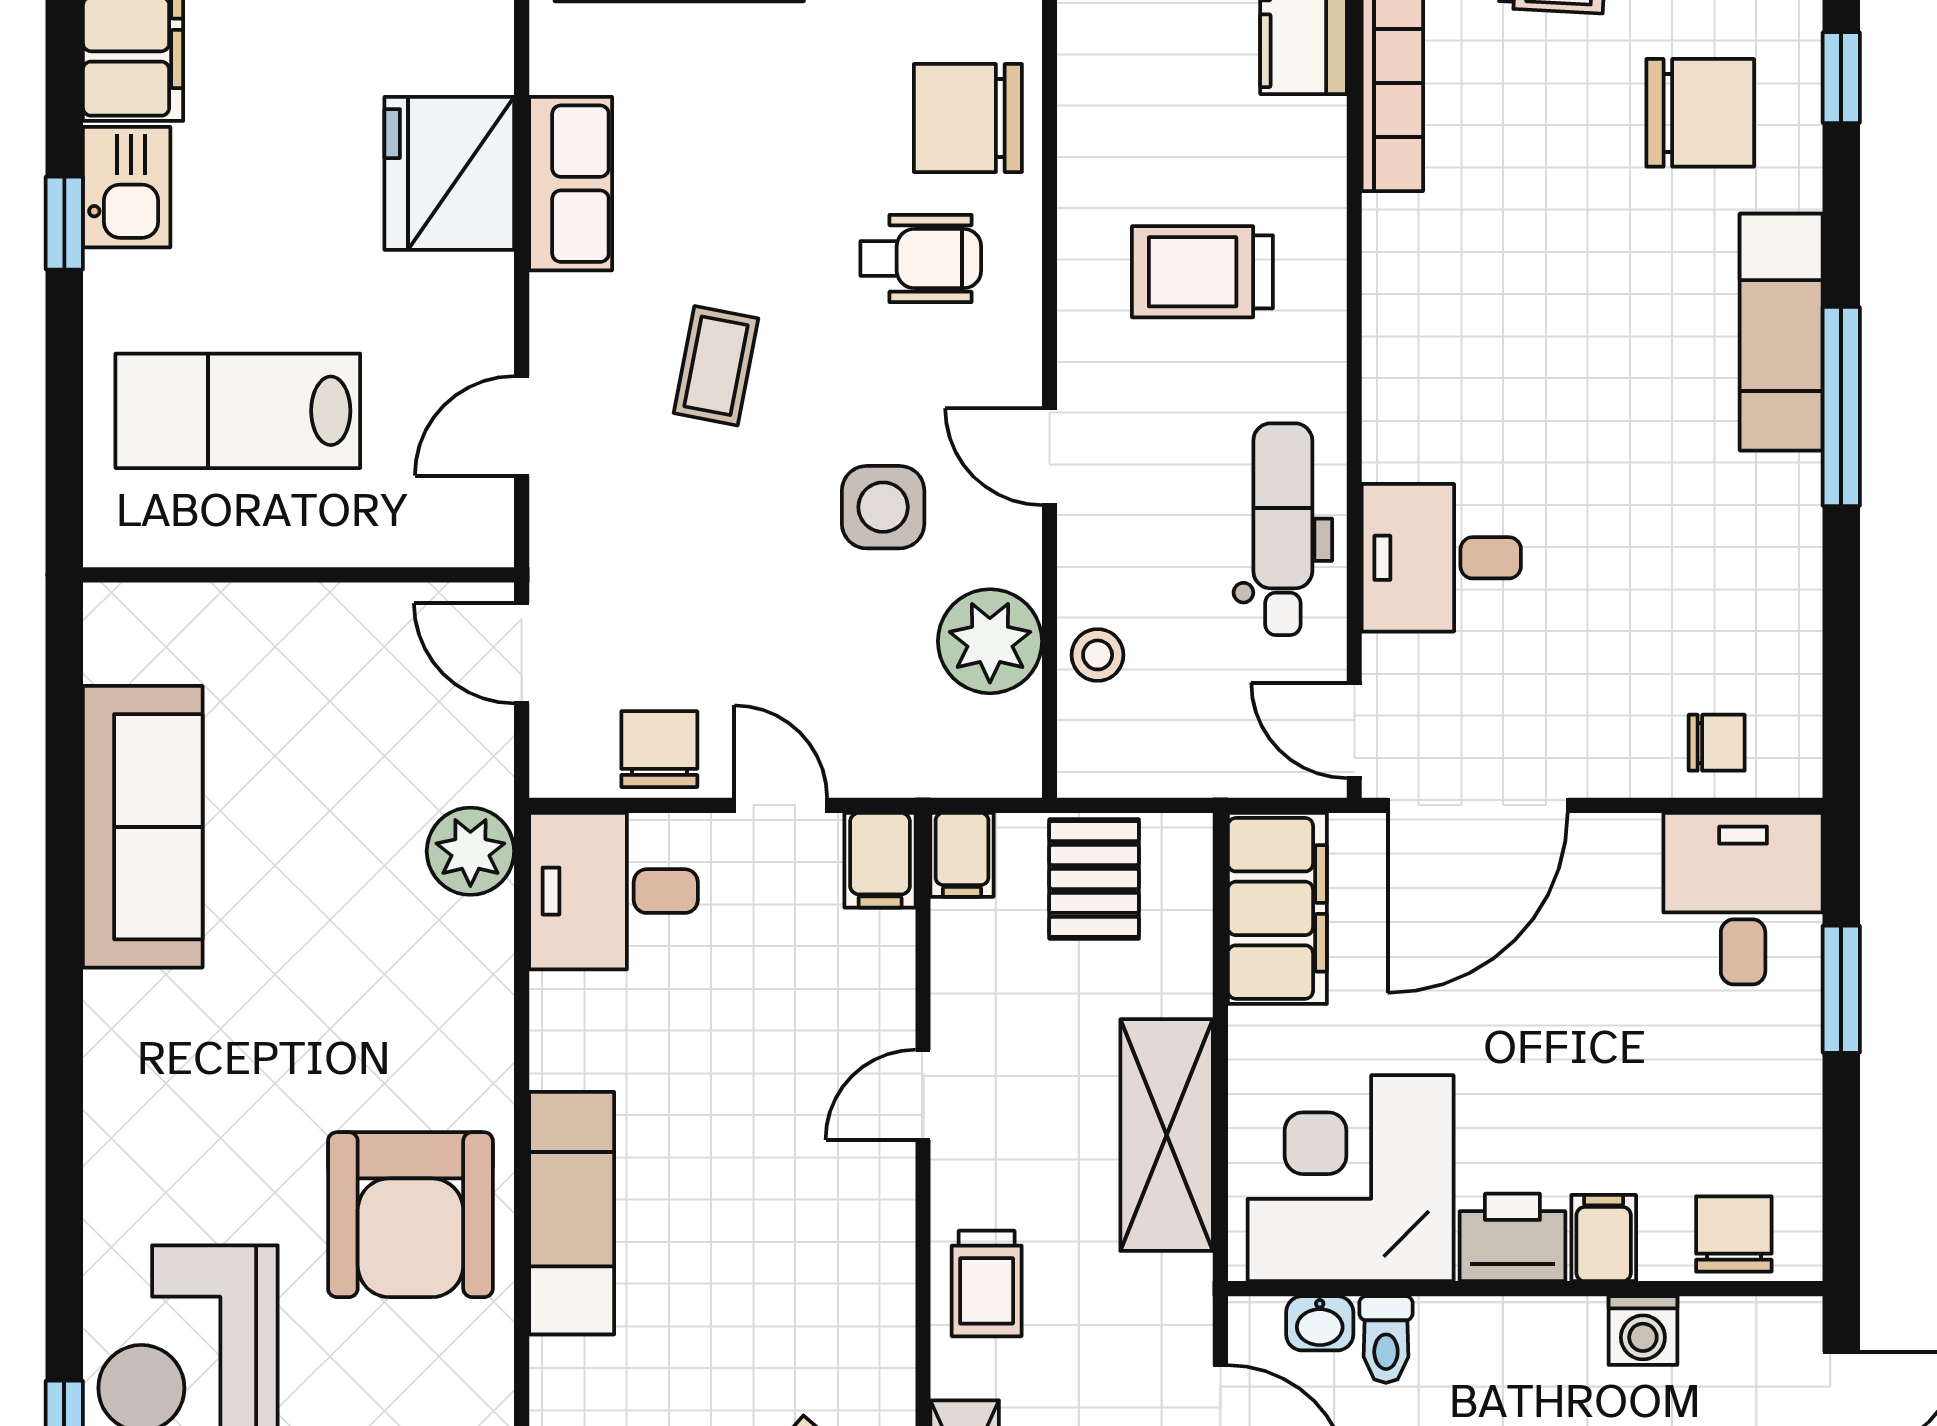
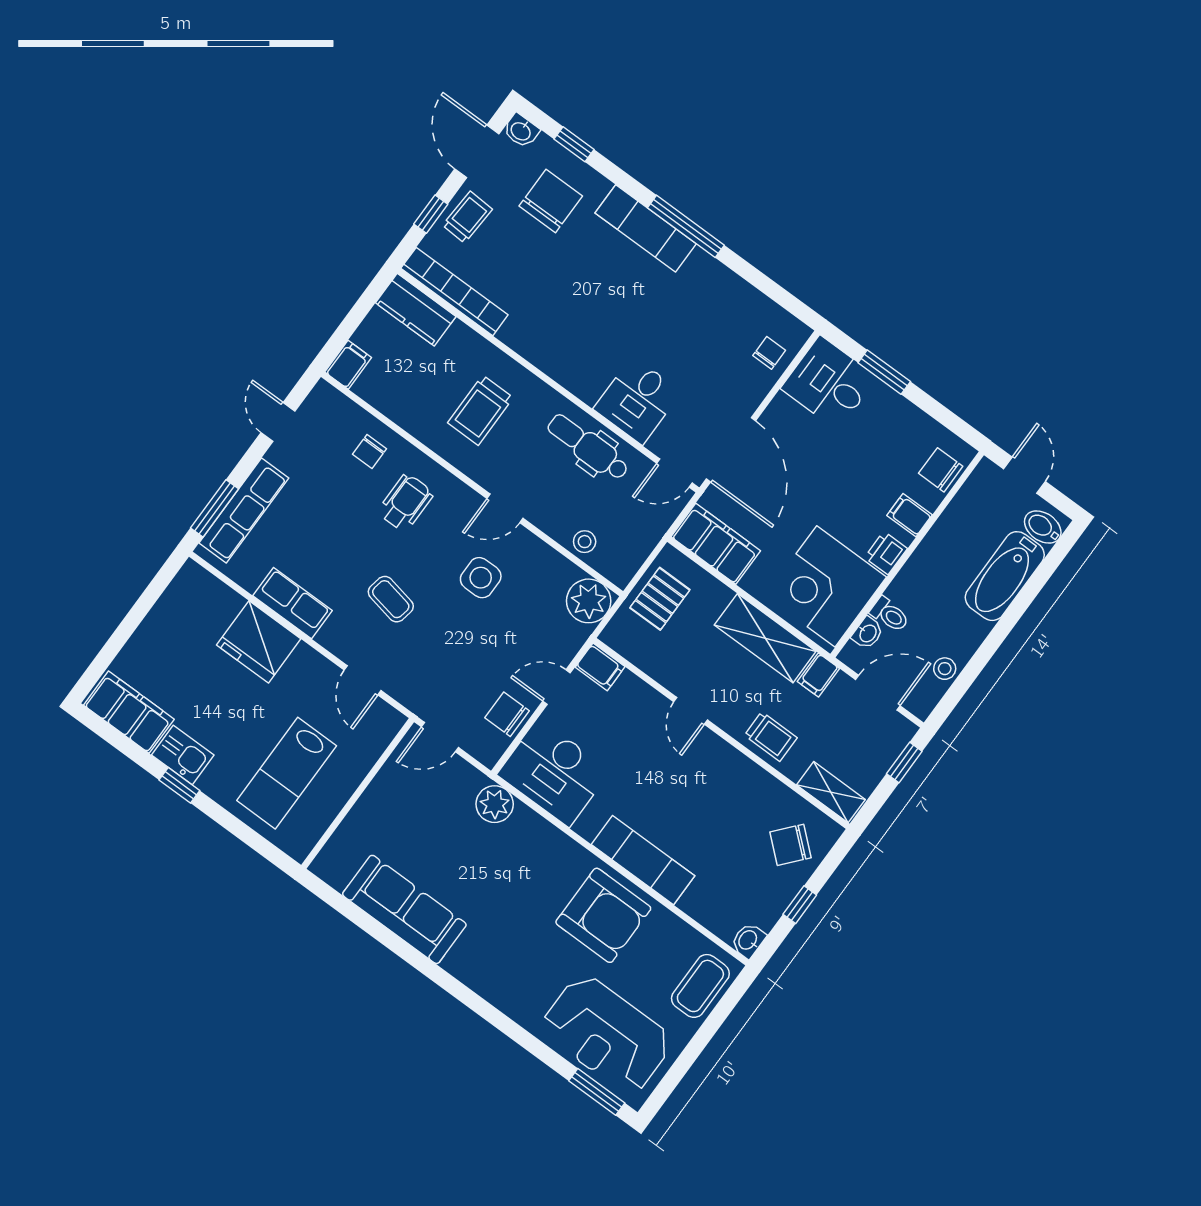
chair: (968, 118) -> (369, 452), width x0.54, depth x0.54
plant: (990, 641) -> (589, 601), moved
filing cabinet: (962, 855) -> (818, 675), moved, turned 90
pallet: (1094, 879) -> (660, 599), turned 90
desk: (613, 891) -> (554, 773), width x1.37
printer: (1512, 1237) -> (886, 553), width x0.73, depth x0.81
washing machine: (1643, 1330) -> (951, 525), removed

